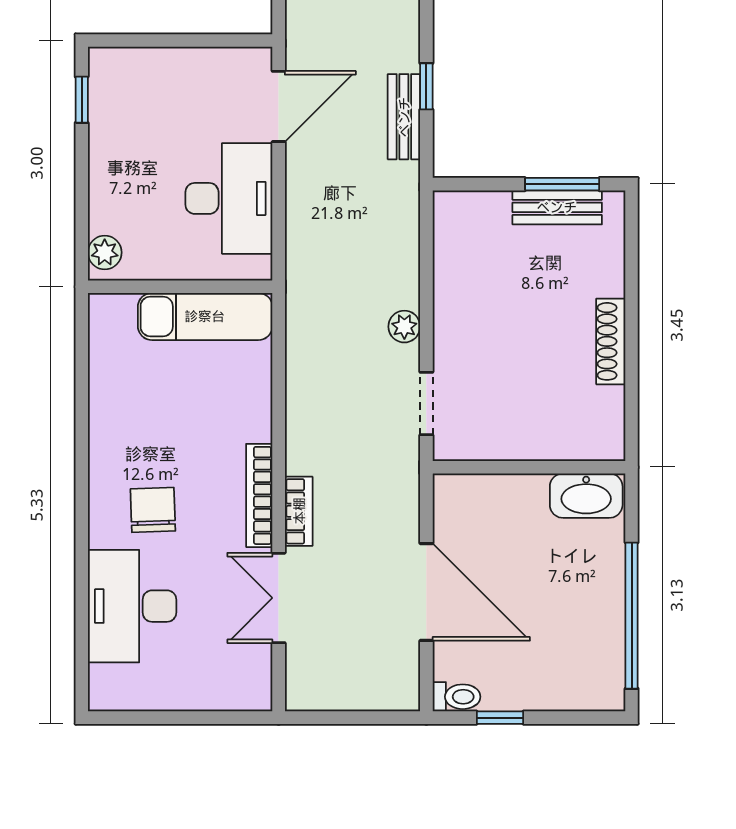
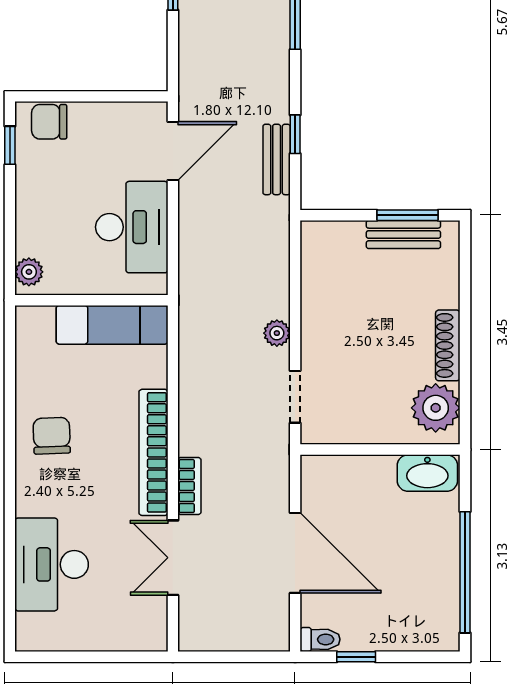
chair: (129, 71) -> (49, 122), added
plant: (596, 417) -> (436, 408), added
bookcase: (259, 495) -> (153, 452), width x1.48, depth x1.31
chair: (153, 510) -> (52, 436), moved

